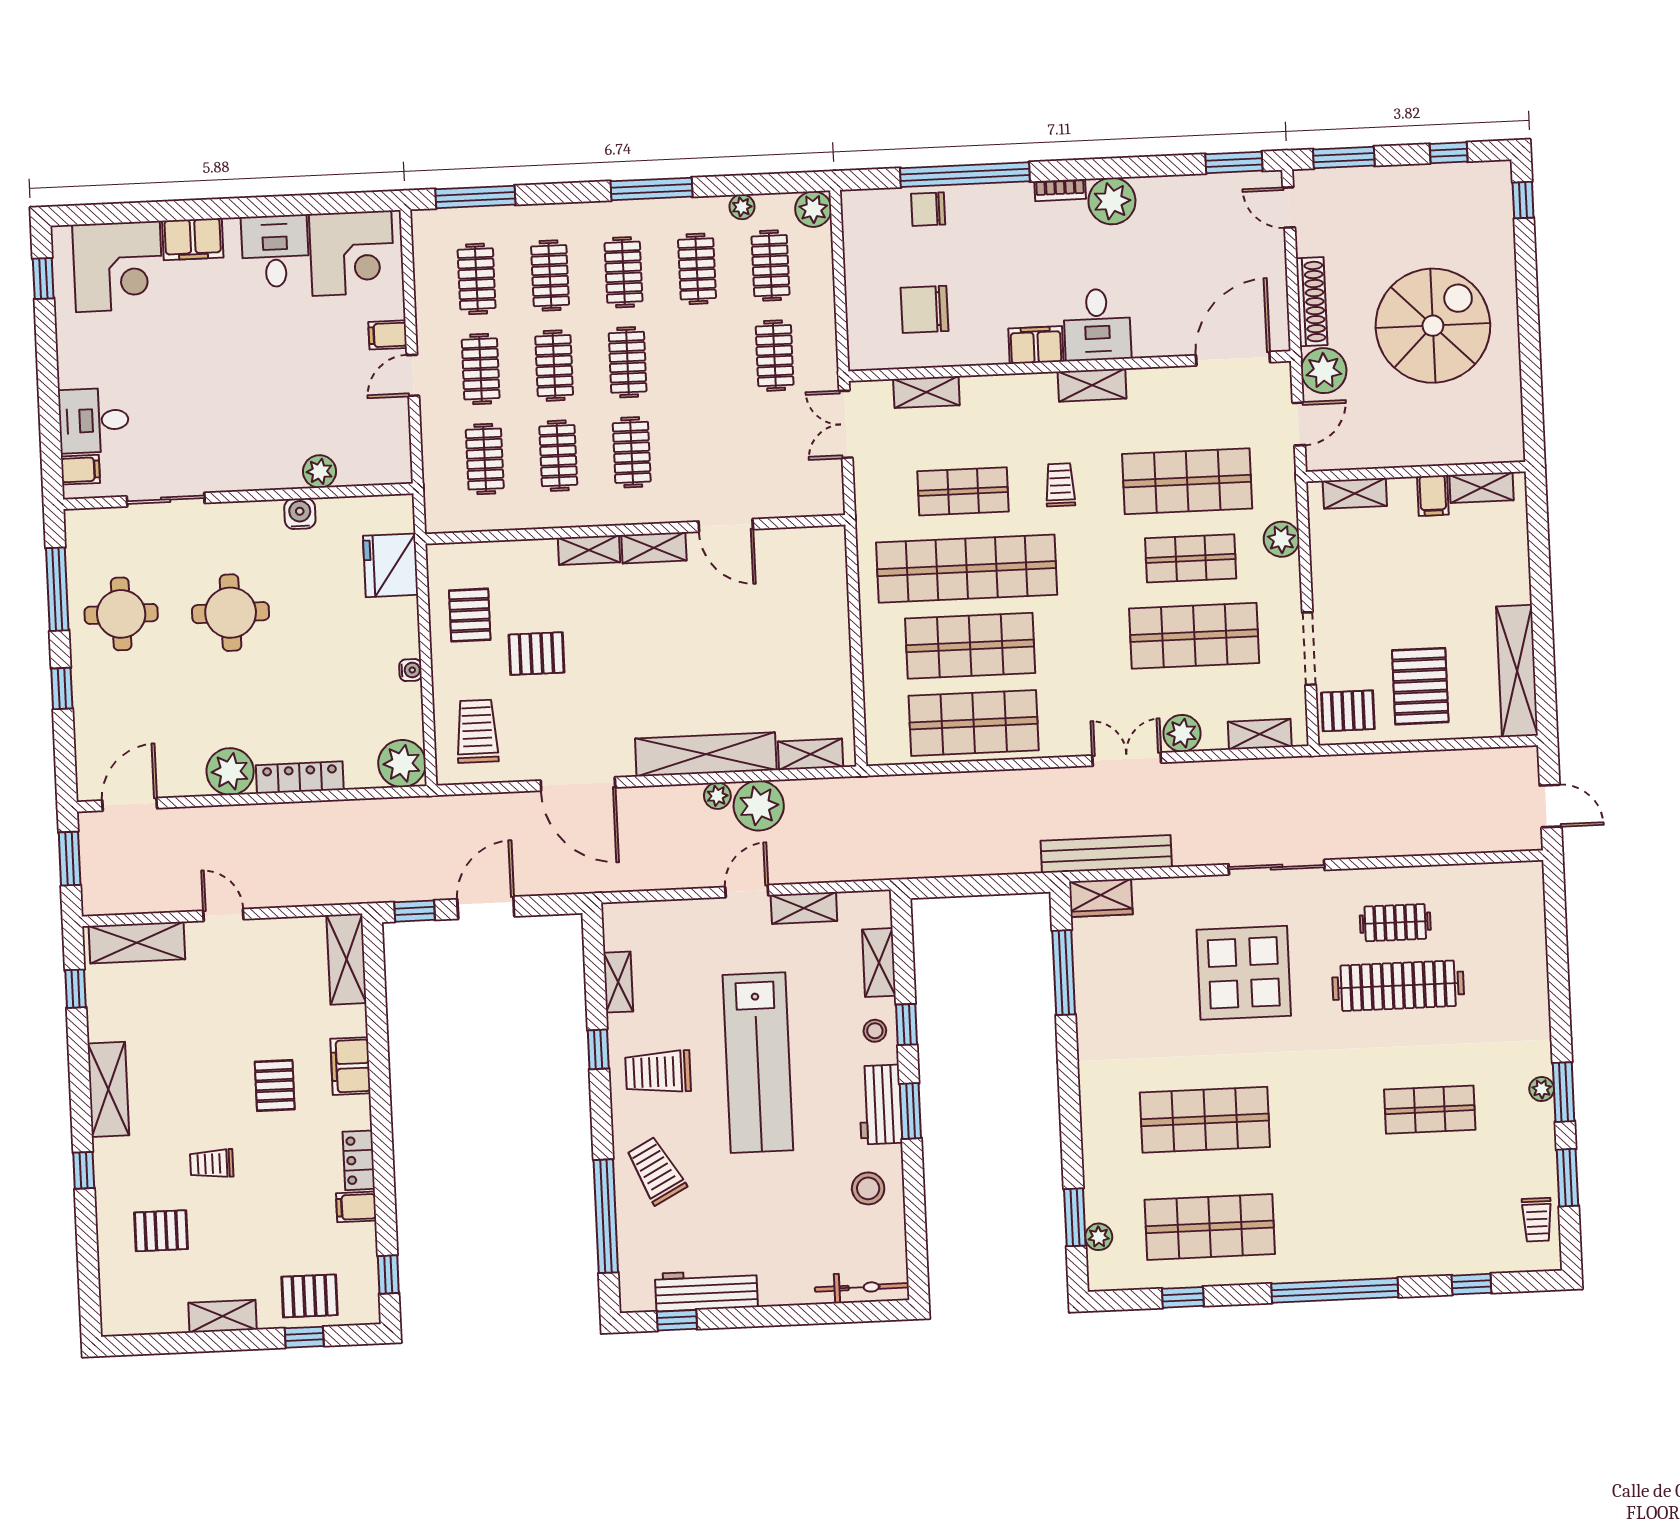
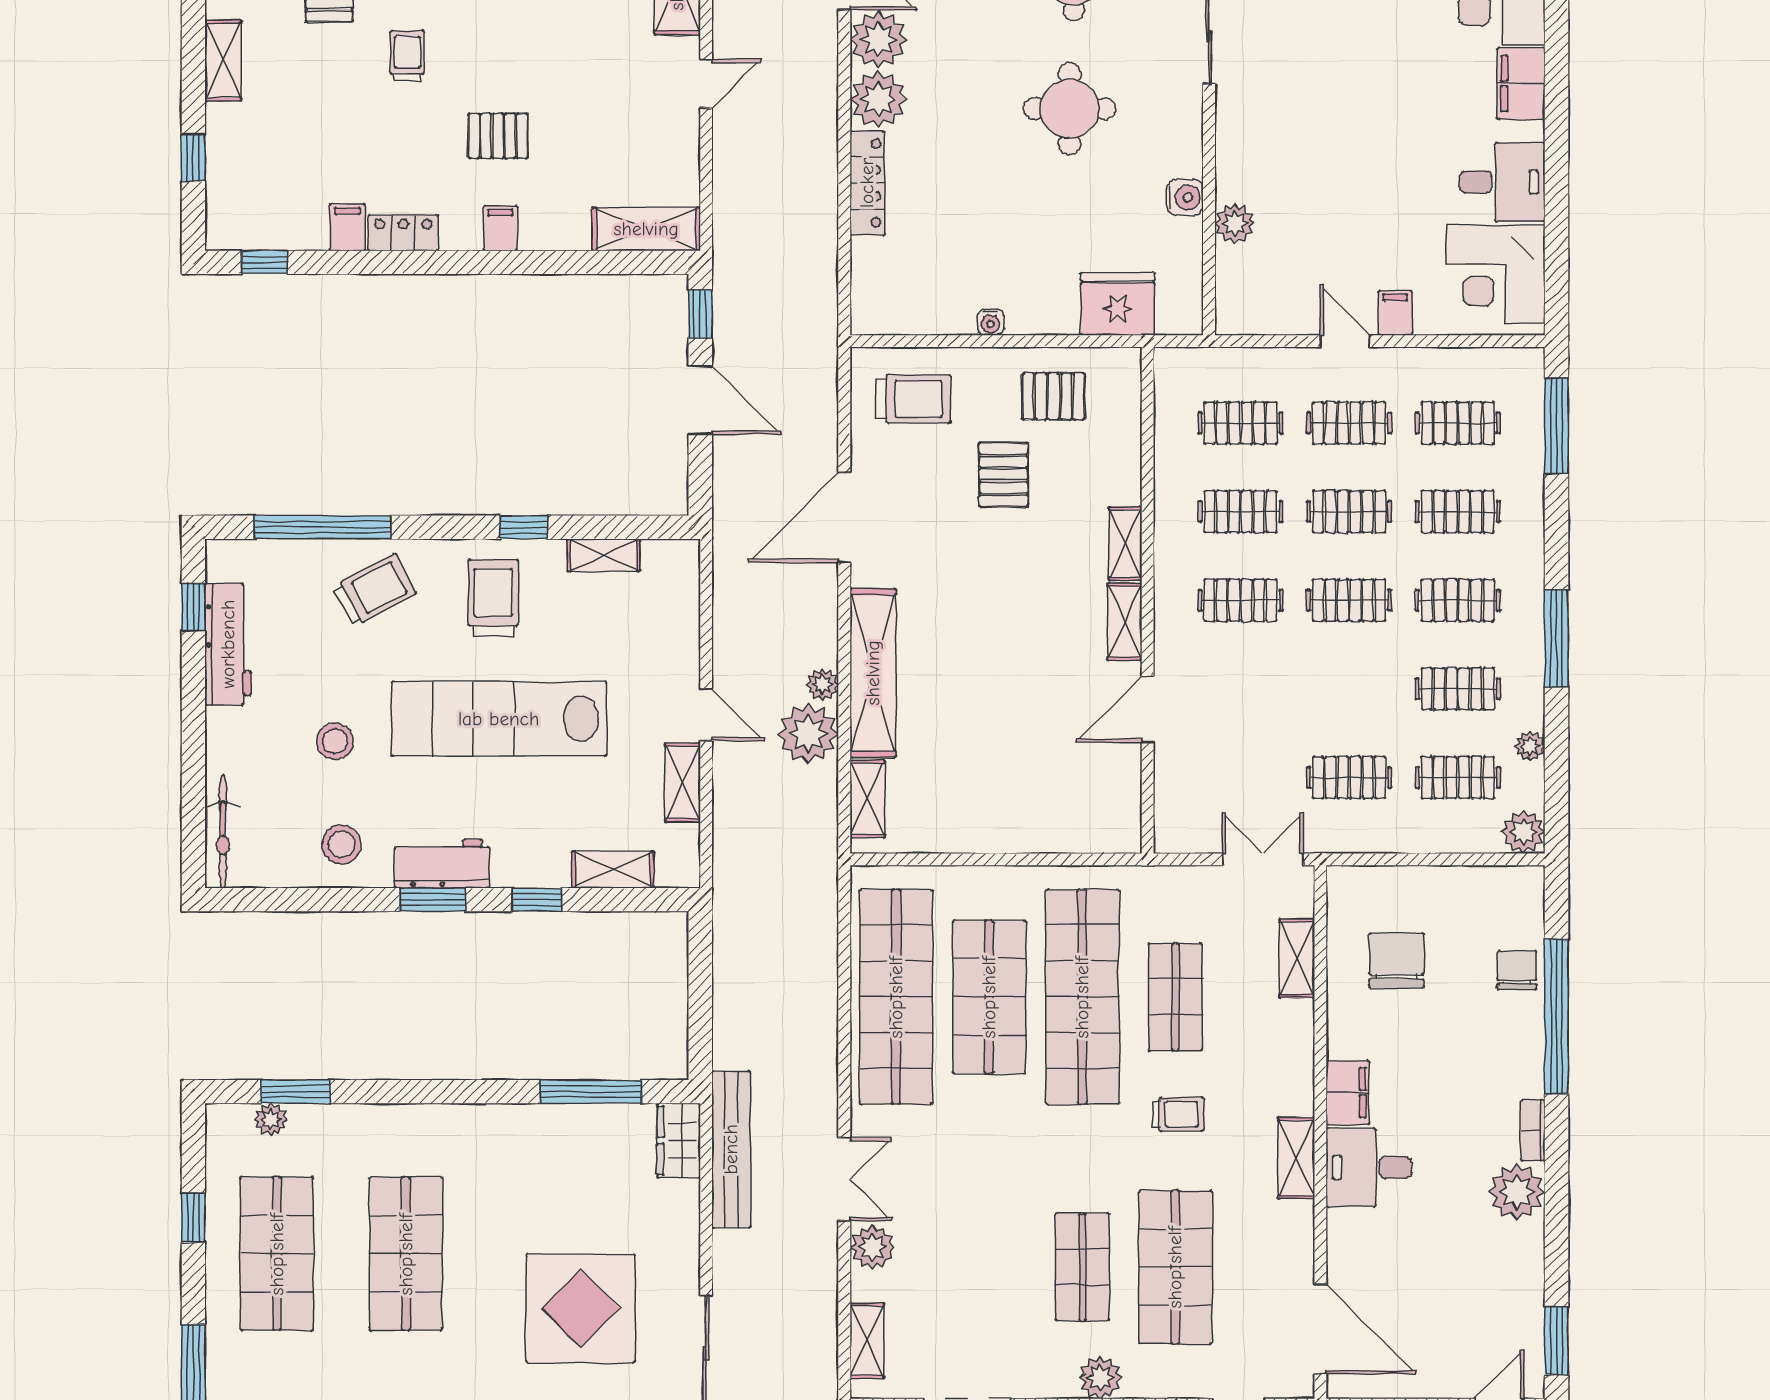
shop shelf: (1194, 636) -> (989, 1267), removed
shop shelf: (974, 723) -> (896, 997), width x1.40
plant: (402, 764) -> (879, 39), moved
stool: (875, 1031) -> (335, 741), moved, width x1.37, depth x1.37
filing cabinet: (350, 1066) -> (500, 228), width x0.50
pallet: (310, 1296) -> (243, 166), removed

